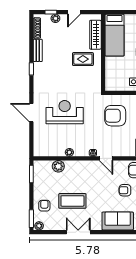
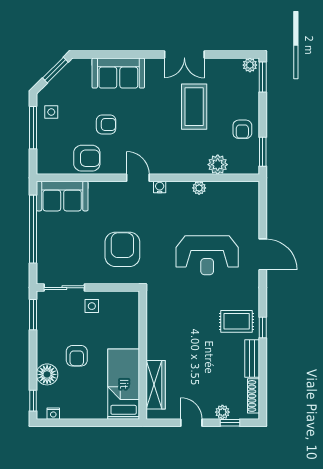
door: (74, 12) -> (191, 423), hinge flipped
rug: (83, 59) -> (237, 321), moved
armchair: (115, 116) -> (122, 249), turned -90
coffee table: (72, 201) -> (194, 107), turned 90
armchair: (44, 206) -> (242, 129), moved

